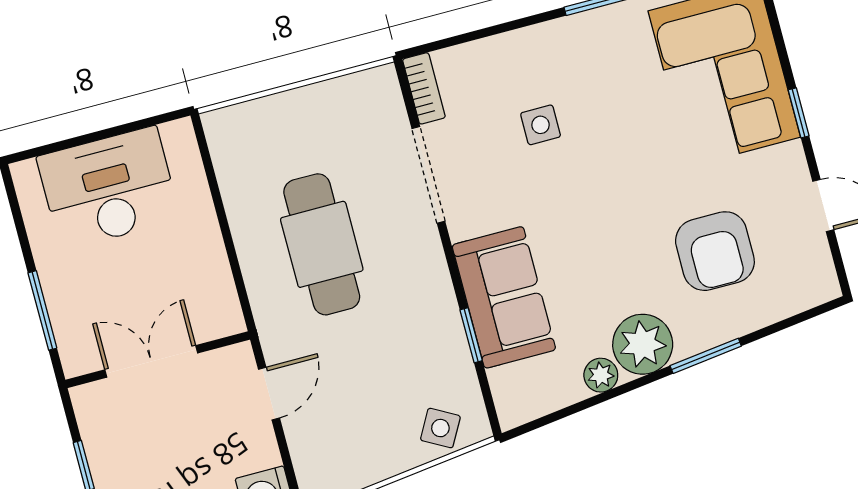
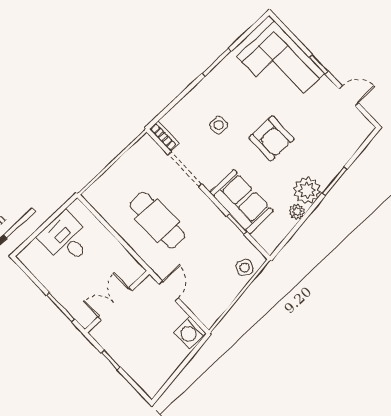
desk: (109, 188) -> (66, 239), width x0.73
armchair: (715, 251) -> (272, 138), moved

